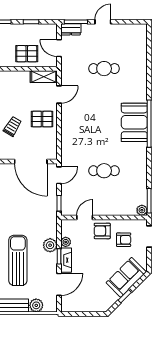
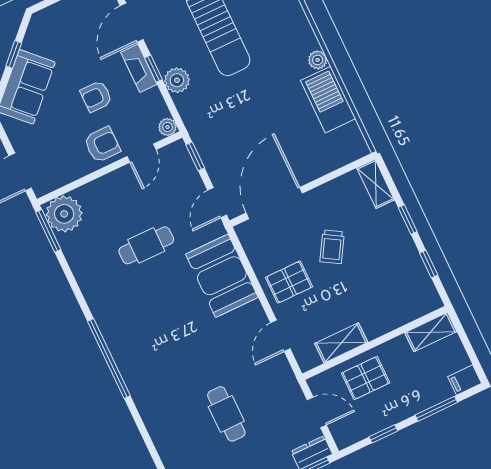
cafe table: (104, 69) -> (226, 414), turned 90
shelving: (44, 77) -> (341, 343), moved
booth: (134, 122) -> (222, 276), moved
door: (31, 162) -> (274, 203), hinge flipped
plant: (142, 210) -> (64, 214), width x1.87, depth x1.87
armchair: (124, 240) -> (96, 96), moved
plant: (66, 242) -> (167, 127), moved

